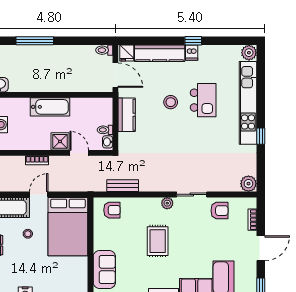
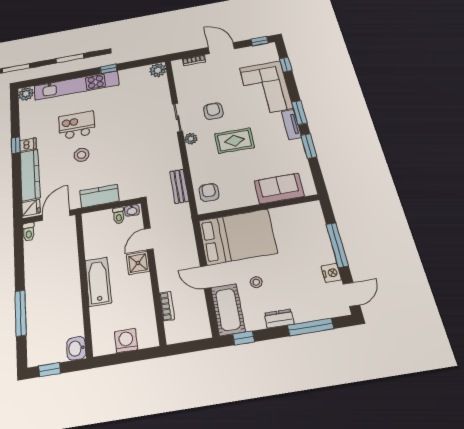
bookcase: (37, 160) -> (167, 306), moved
armchair: (219, 211) -> (213, 111), moved

